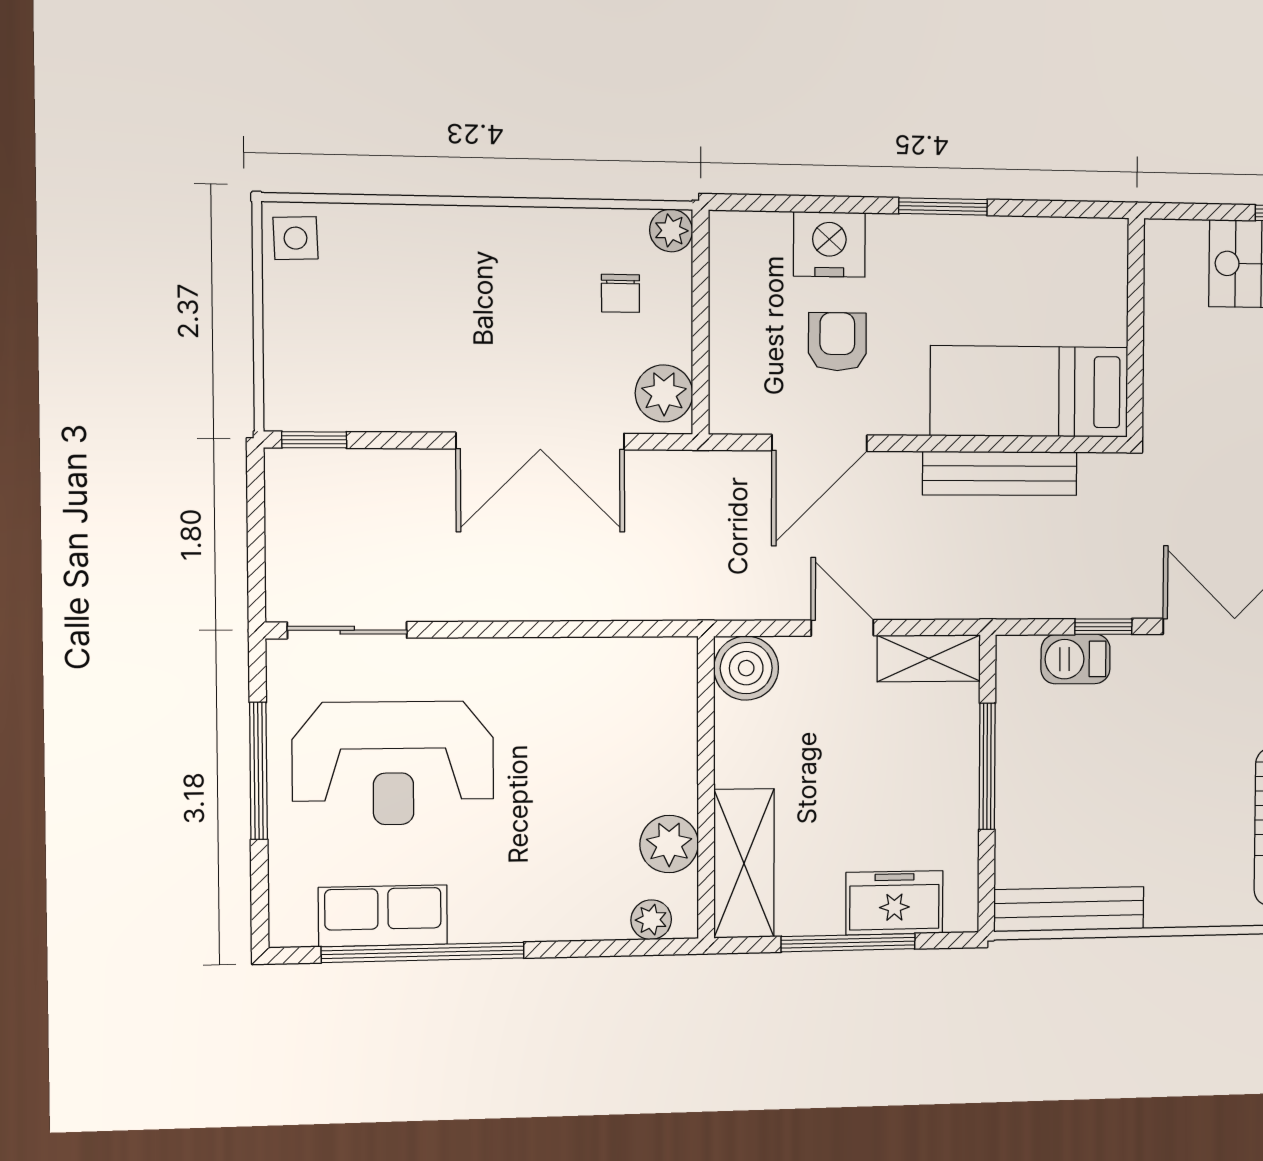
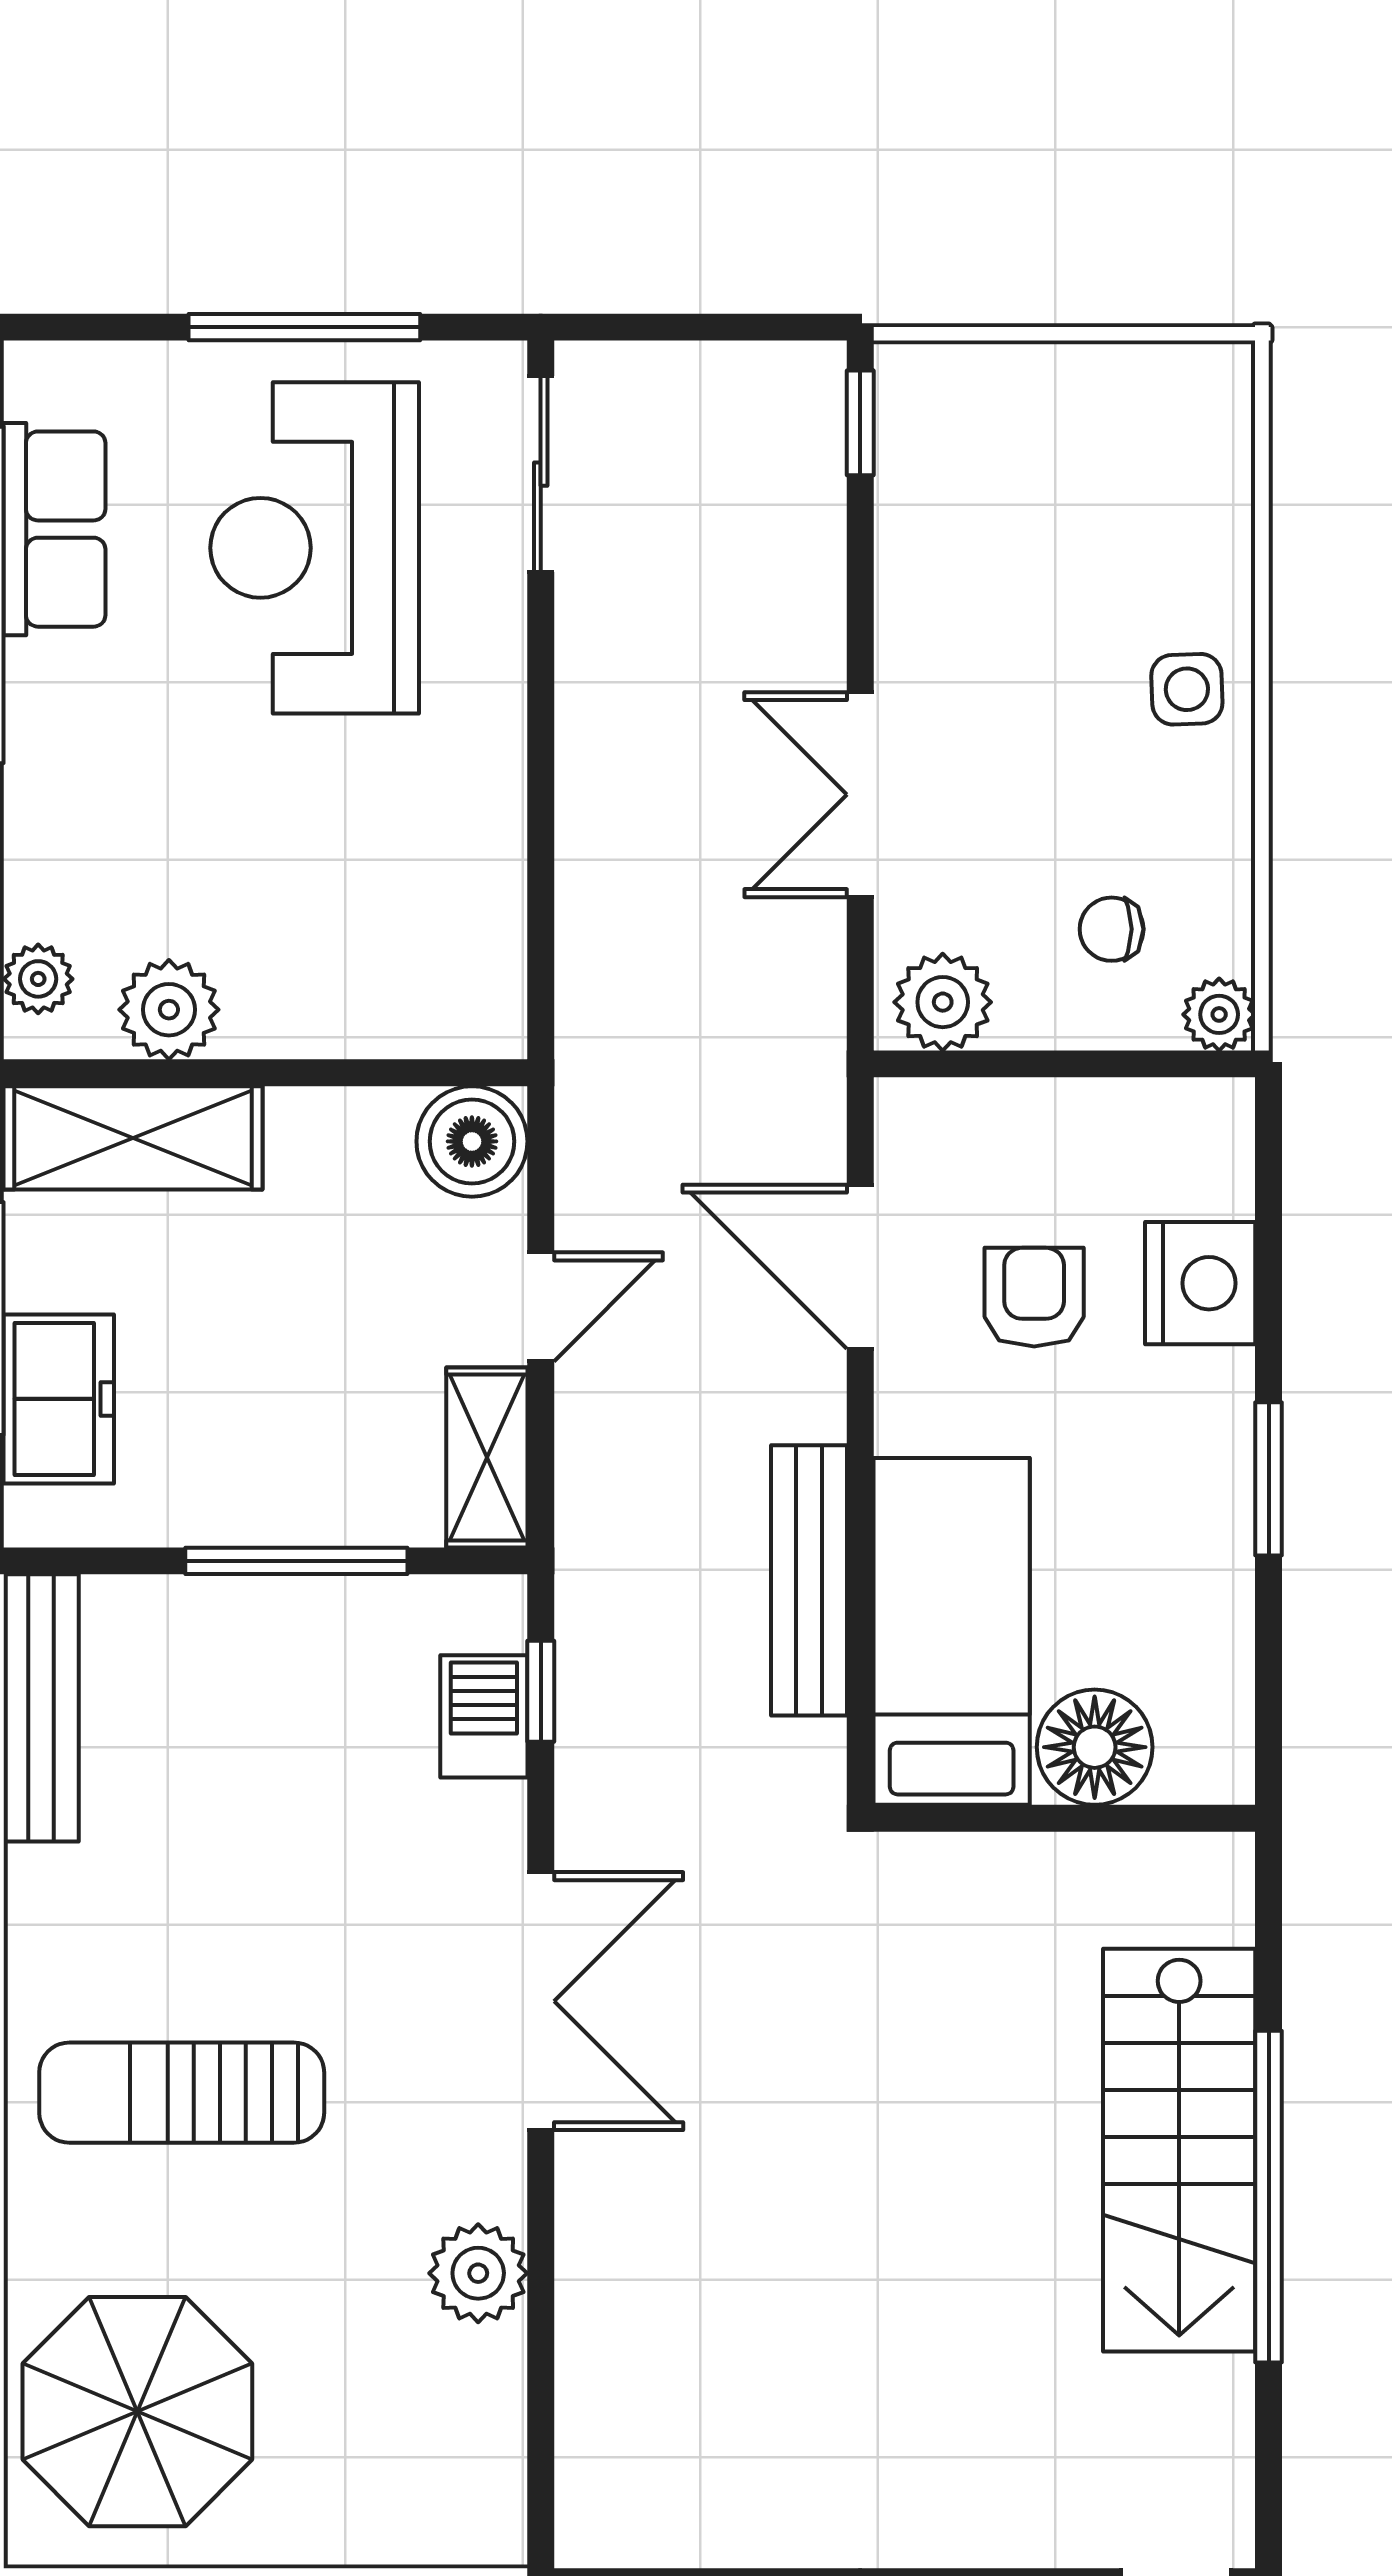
side table: (296, 238) -> (1187, 689), moved
floor lamp: (1096, 310) -> (1095, 1747), added
armchair: (837, 342) -> (1034, 1297), turned -90
double door: (540, 441) -> (860, 795), width x0.73
window: (1103, 627) -> (541, 1691), moved

